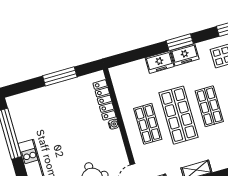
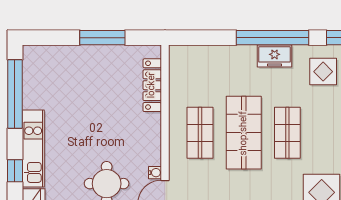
window: (180, 42) -> (272, 38), width x2.11
freezer: (160, 62) -> (239, 56), removed
water cooler: (114, 124) -> (155, 173), moved

